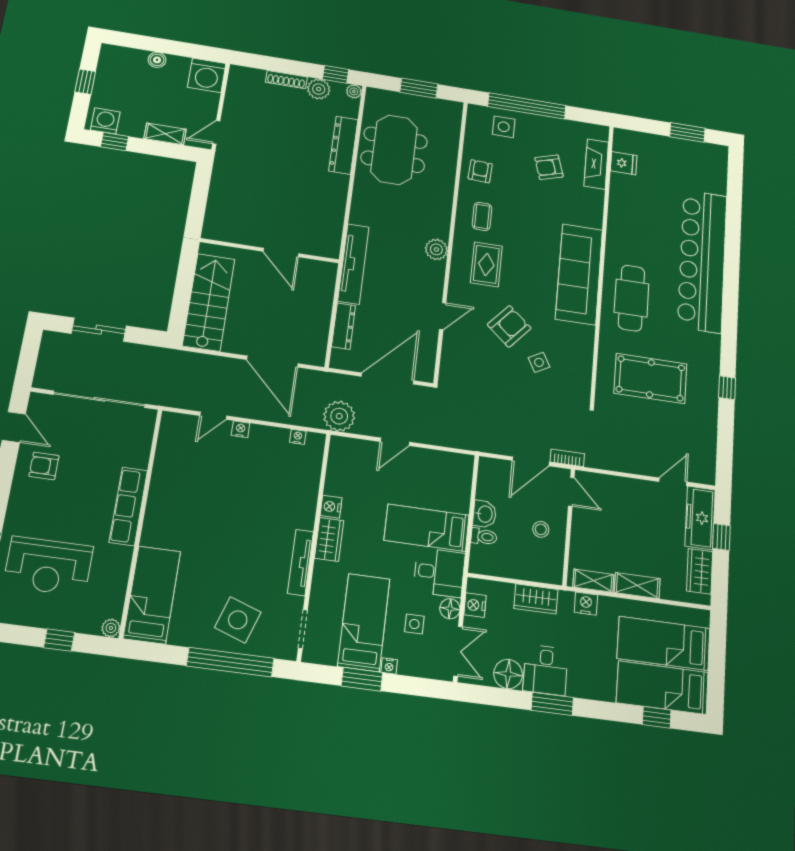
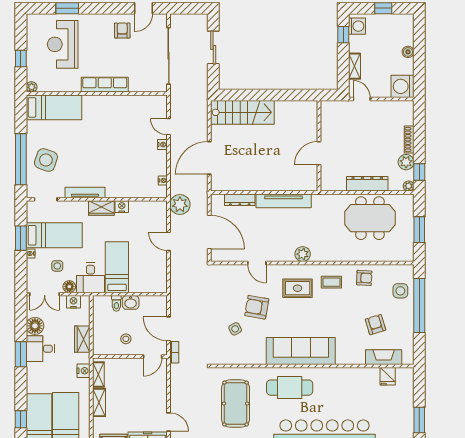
wall: (270, 251) -> (319, 146), moved
door: (281, 252) -> (319, 153), moved
armchair: (509, 326) -> (257, 307), turned 149

